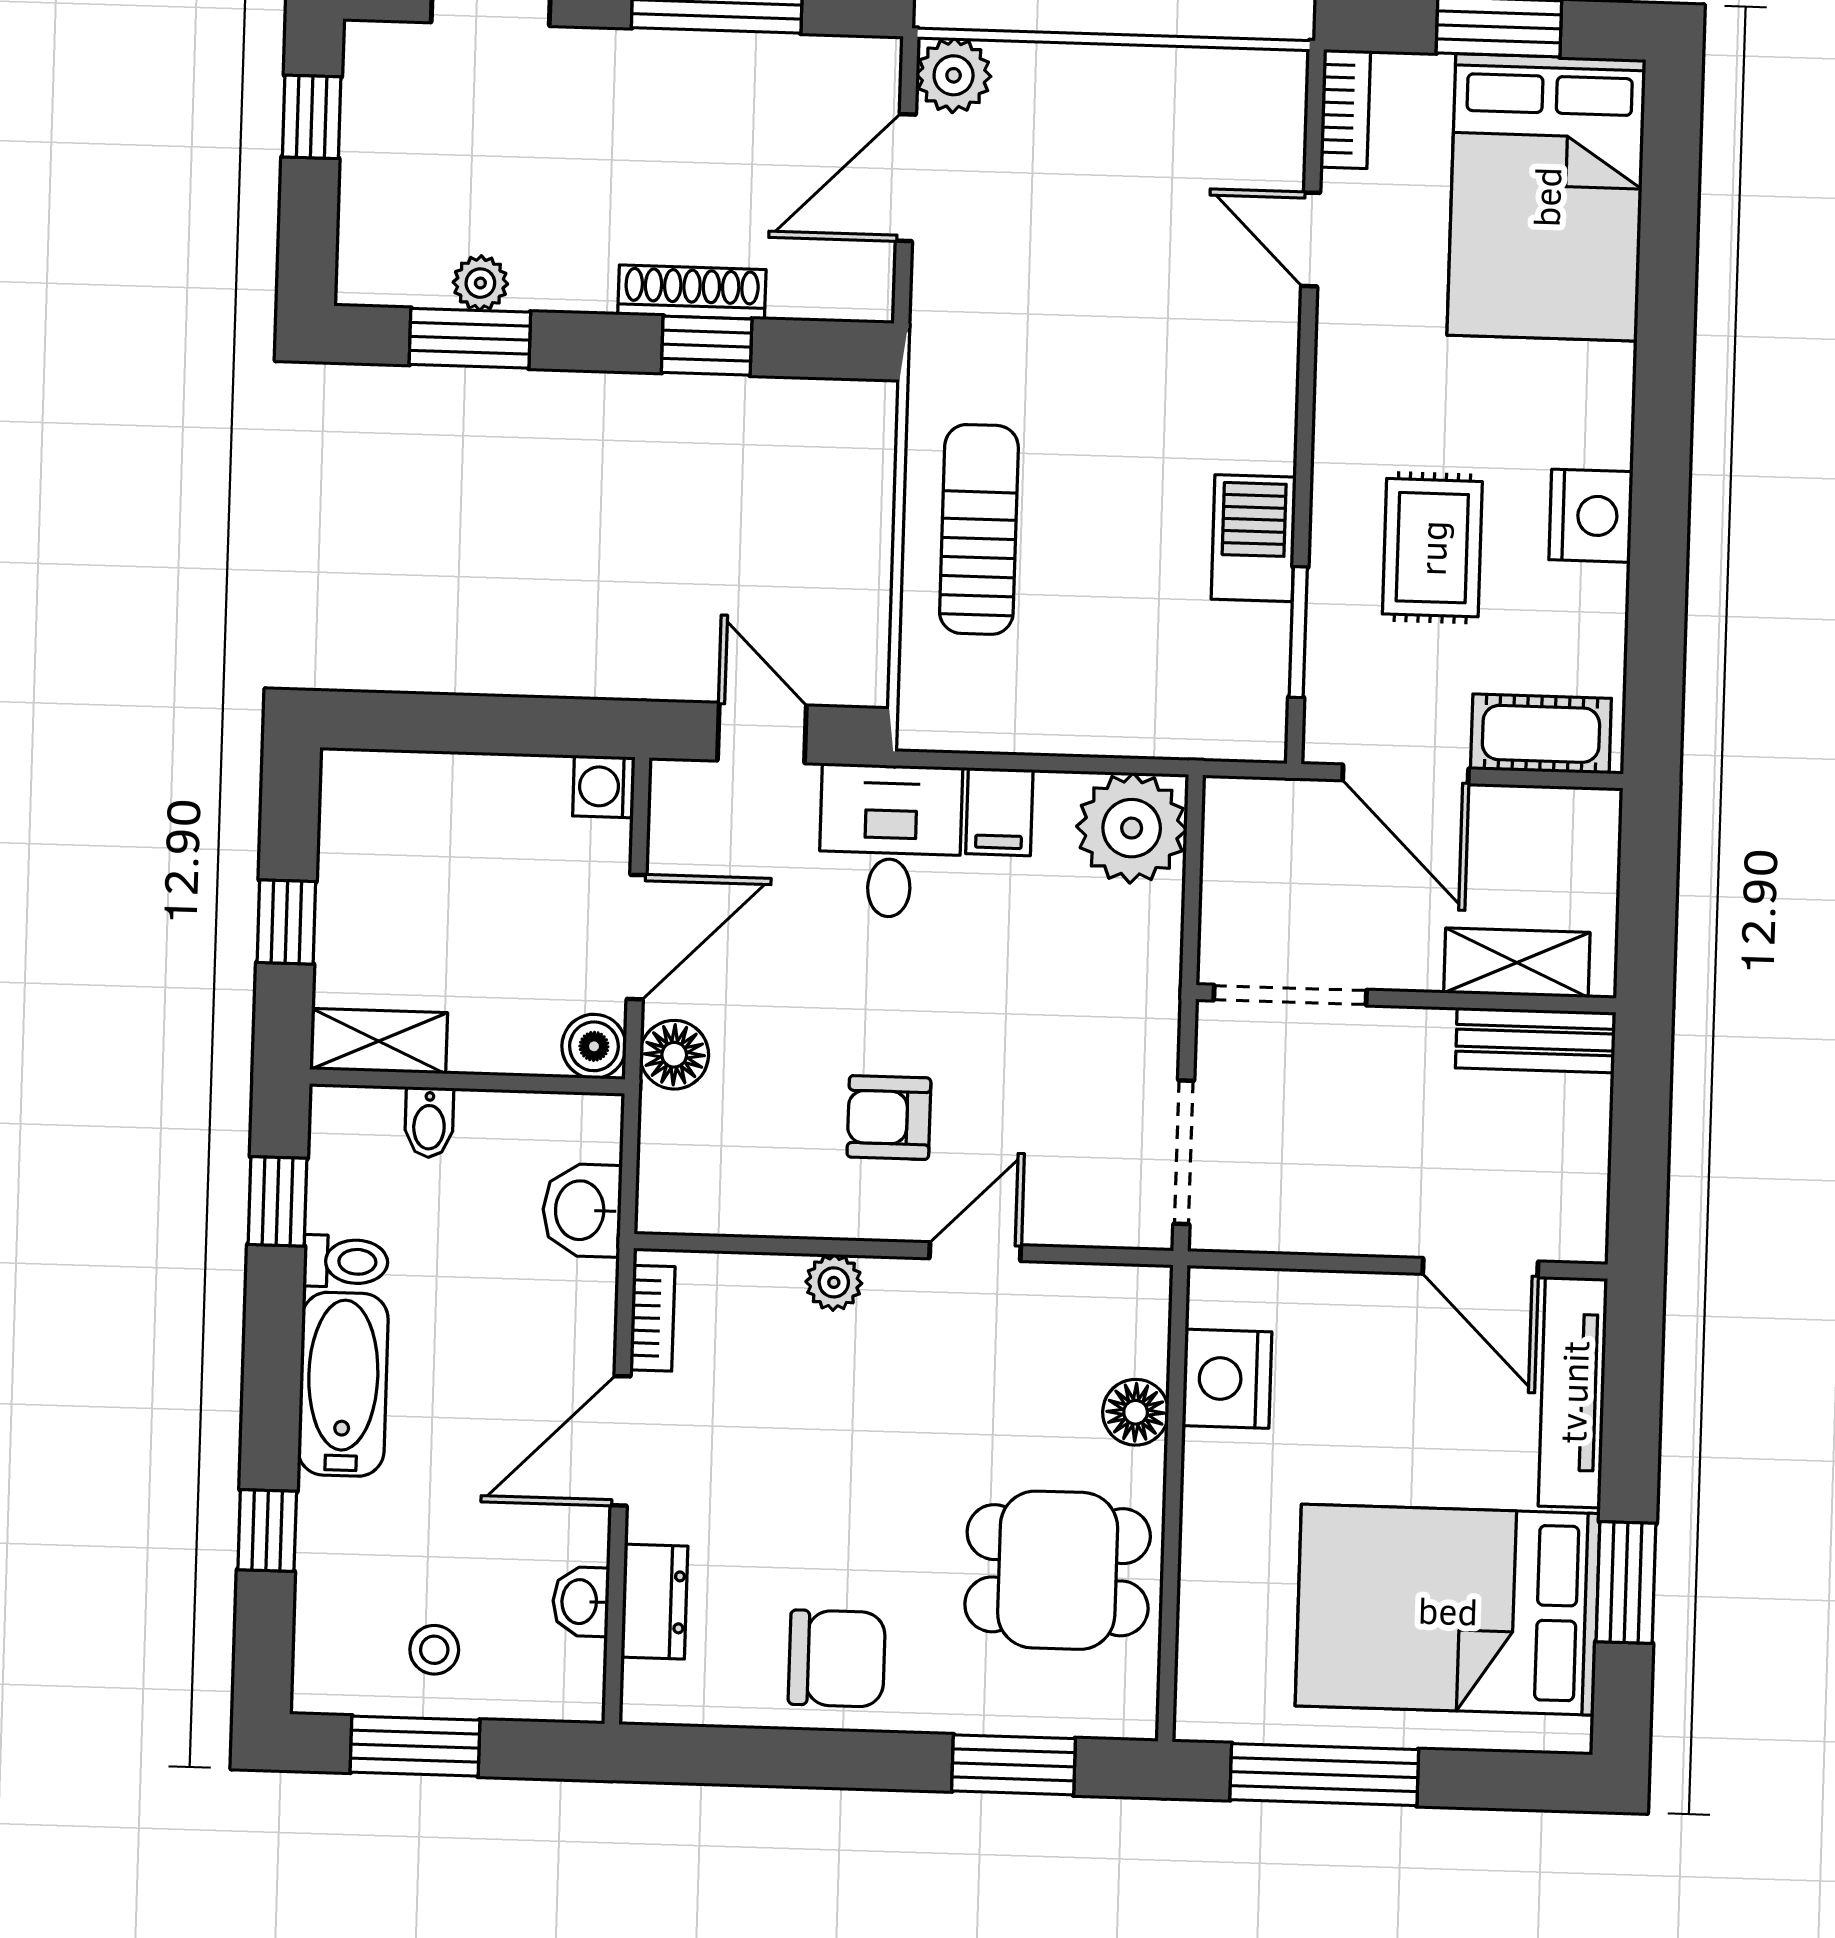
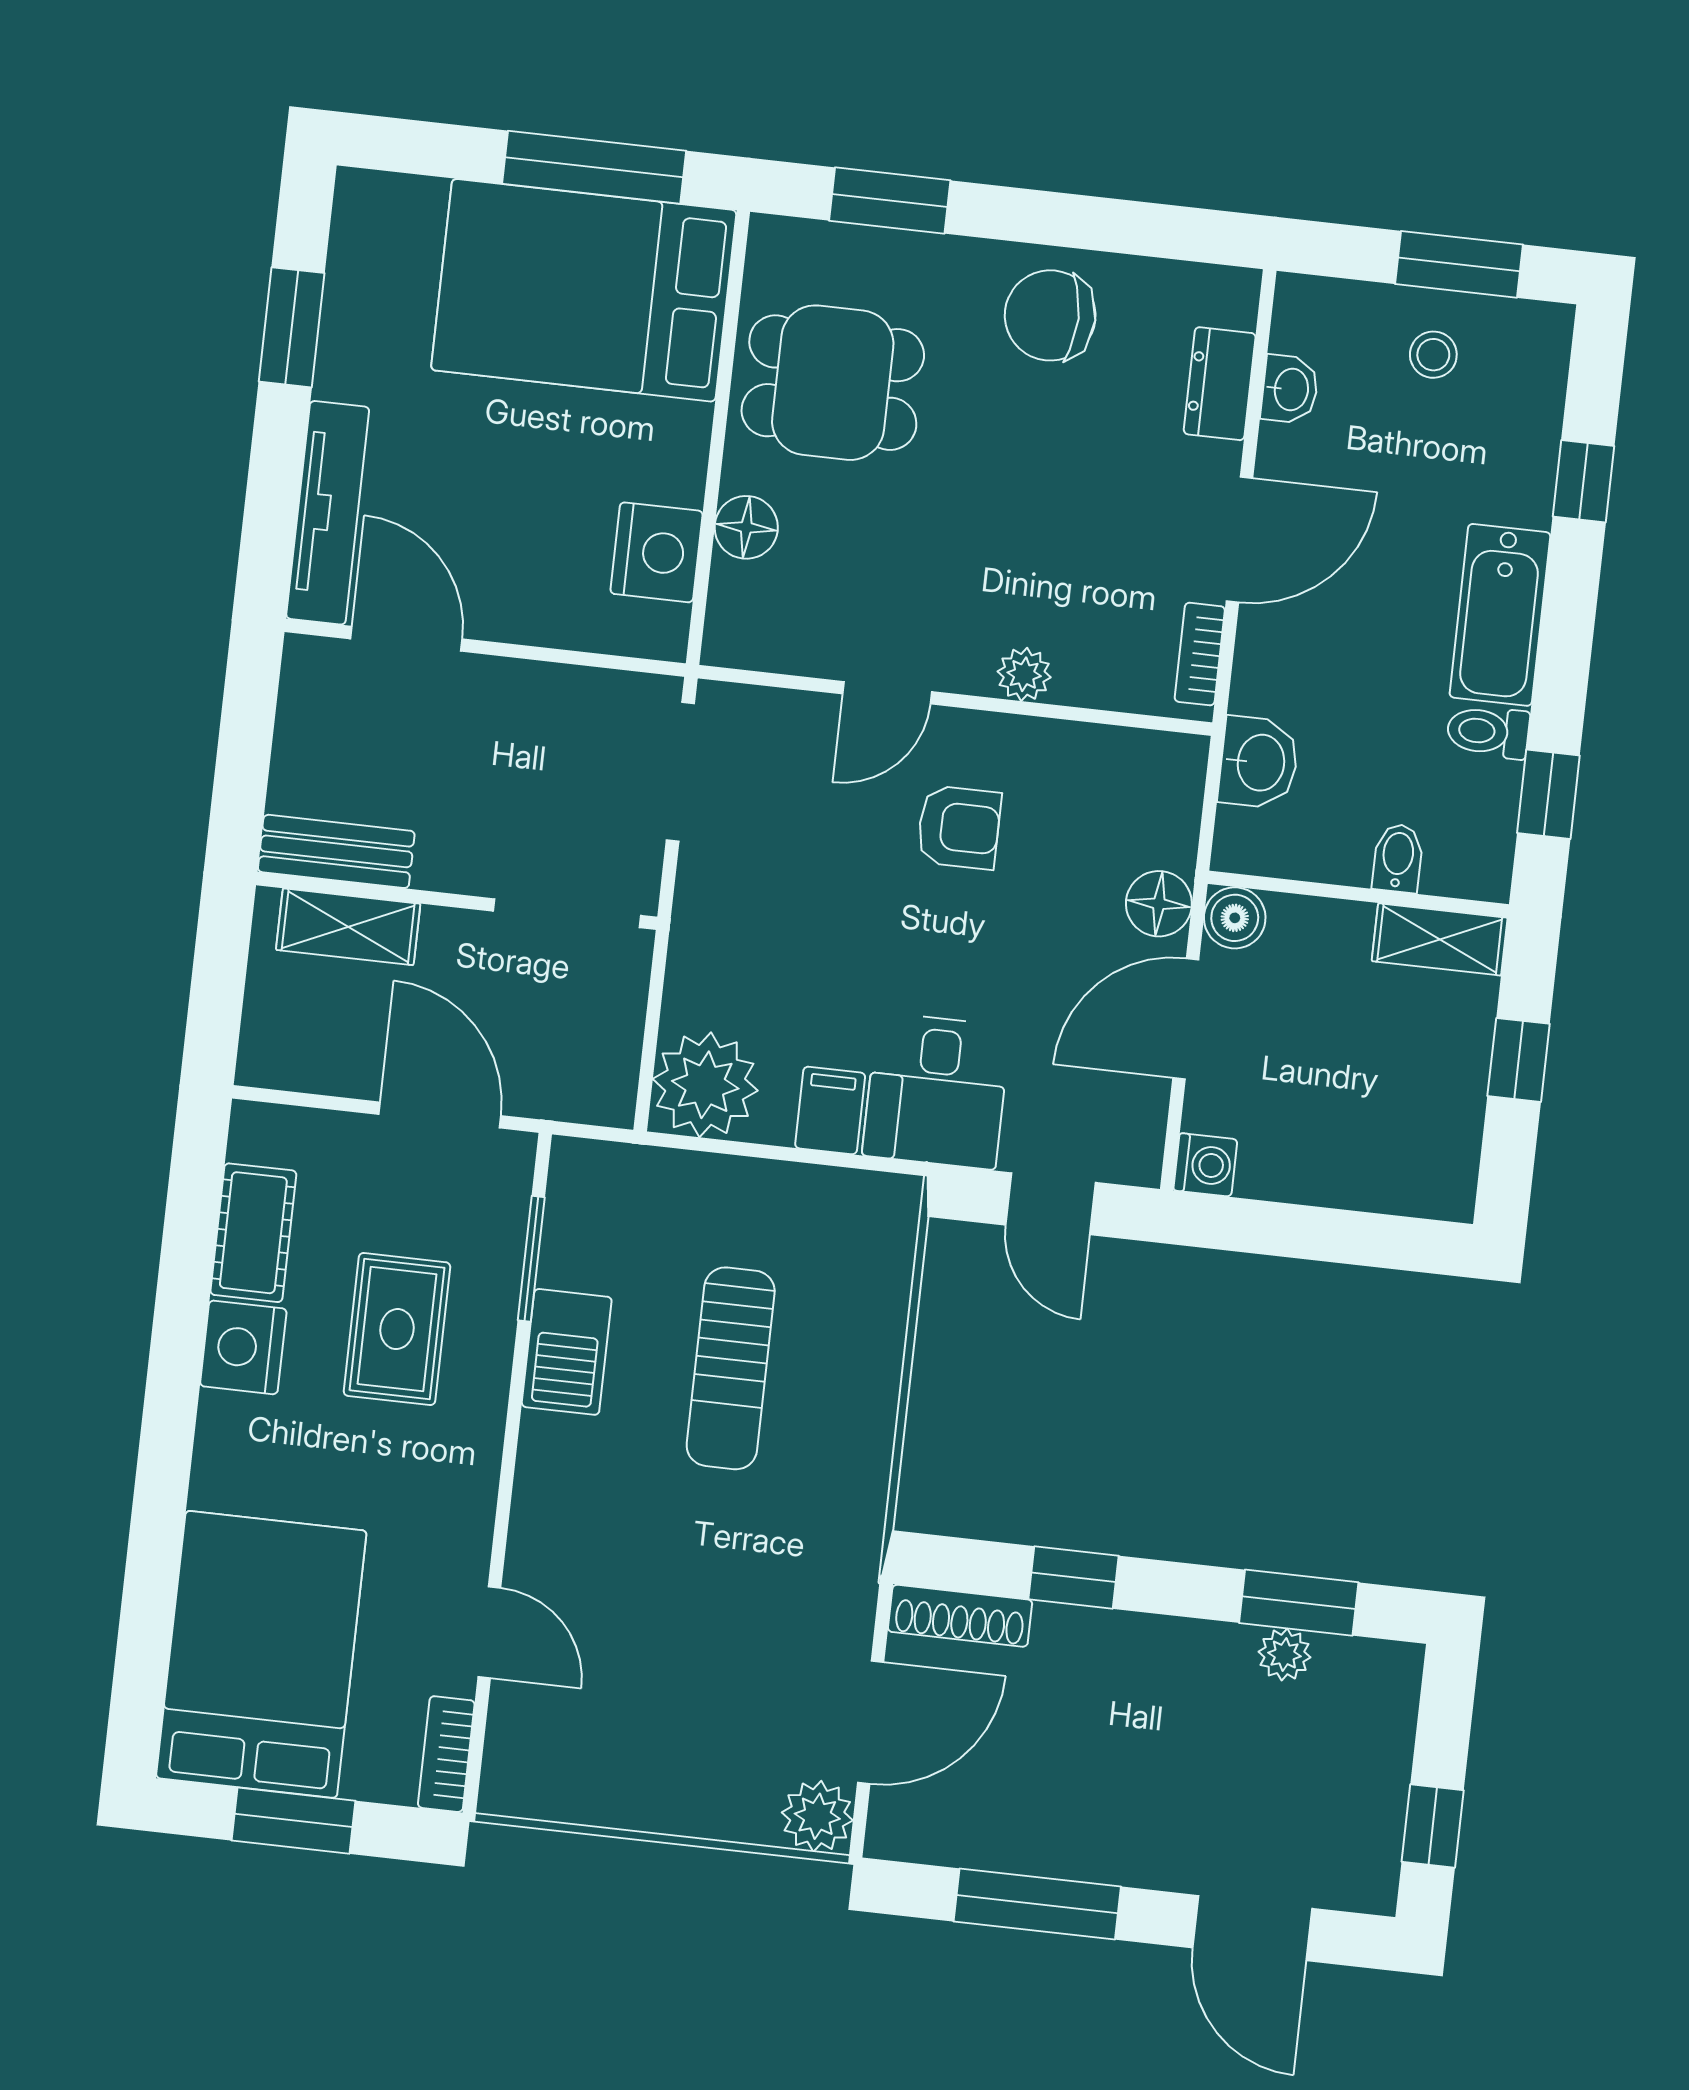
shoe rack: (692, 292) -> (960, 1616), moved
sun lounger: (979, 529) -> (731, 1368), moved
cot: (1541, 734) -> (253, 1233), moved, turned 90
bed: (1448, 1610) -> (584, 290), moved, turned 180

